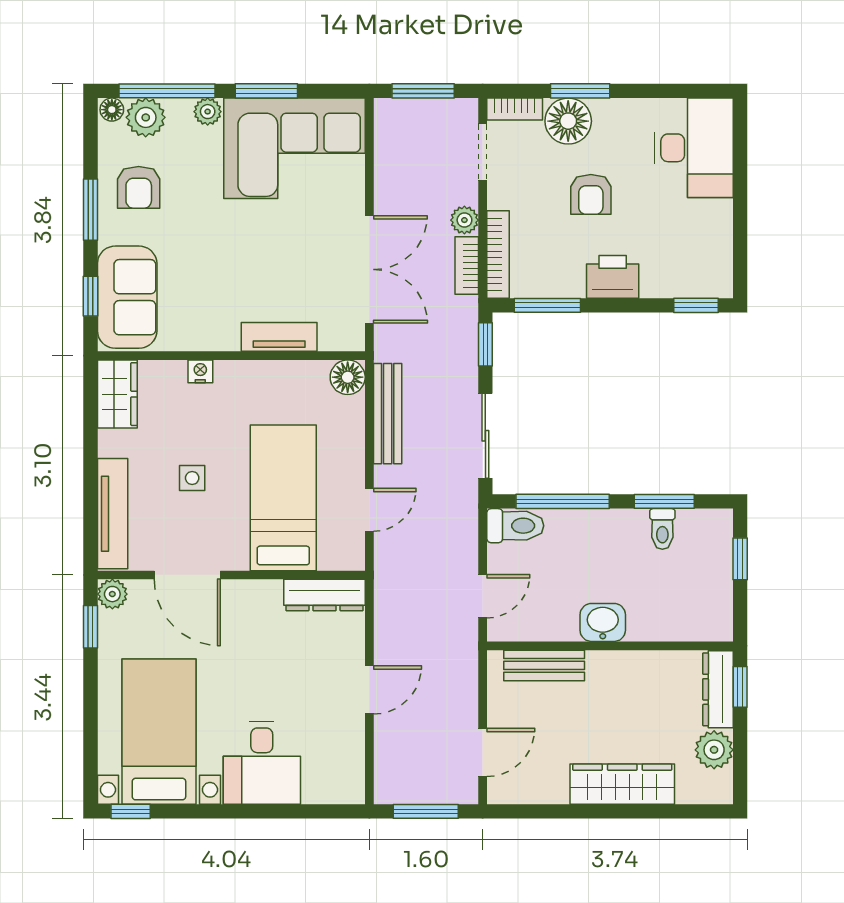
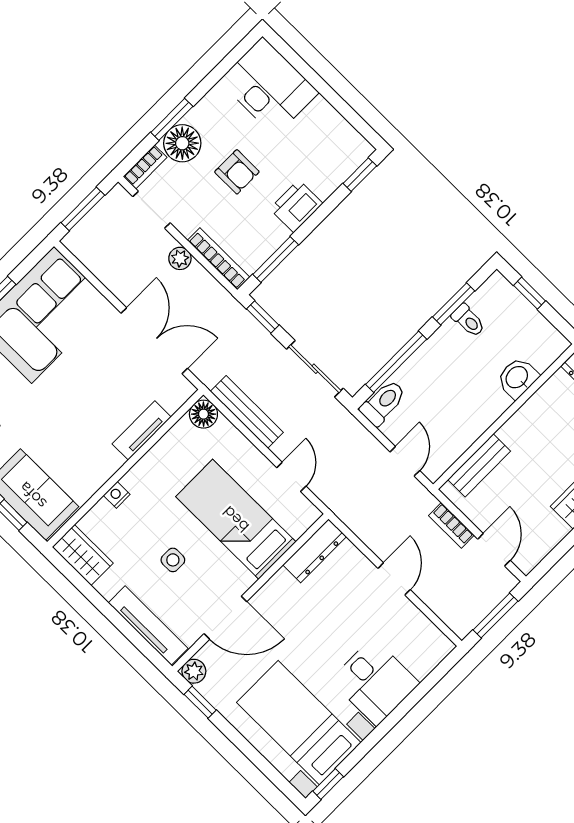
bookcase: (467, 266) -> (451, 525), moved
washbasin: (603, 622) -> (517, 378), moved

